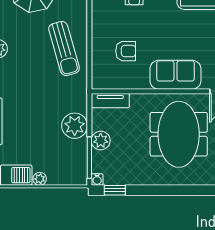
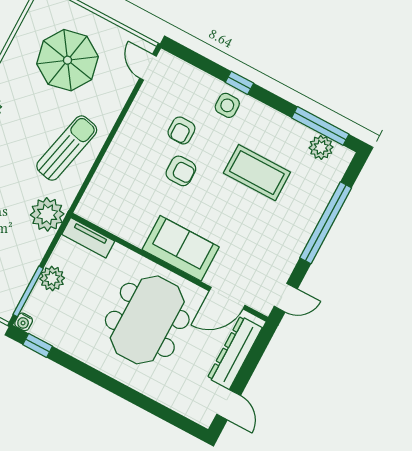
sun lounger: (64, 48) -> (67, 148), turned -151
armchair: (126, 51) -> (181, 171), moved
plant: (75, 126) -> (47, 214), moved

